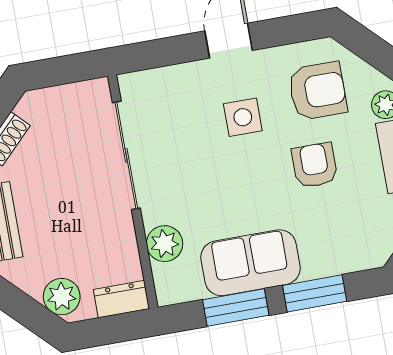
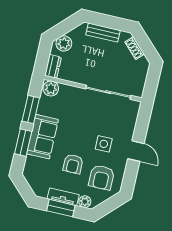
armchair: (315, 165) -> (73, 164), turned 90
plant: (165, 244) -> (51, 89), moved
sofa: (251, 263) -> (42, 137), moved

